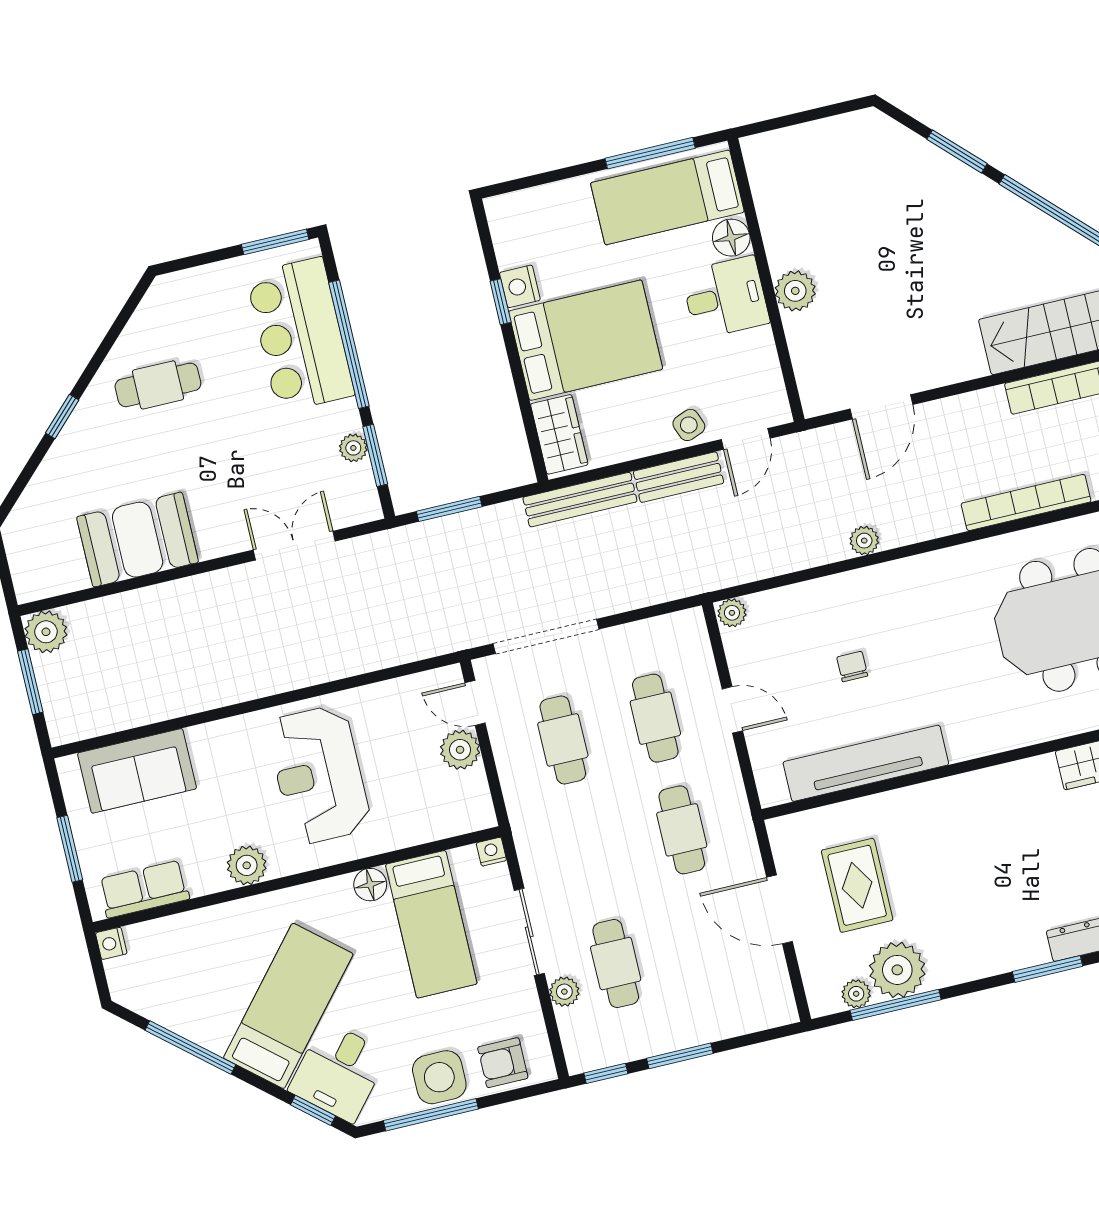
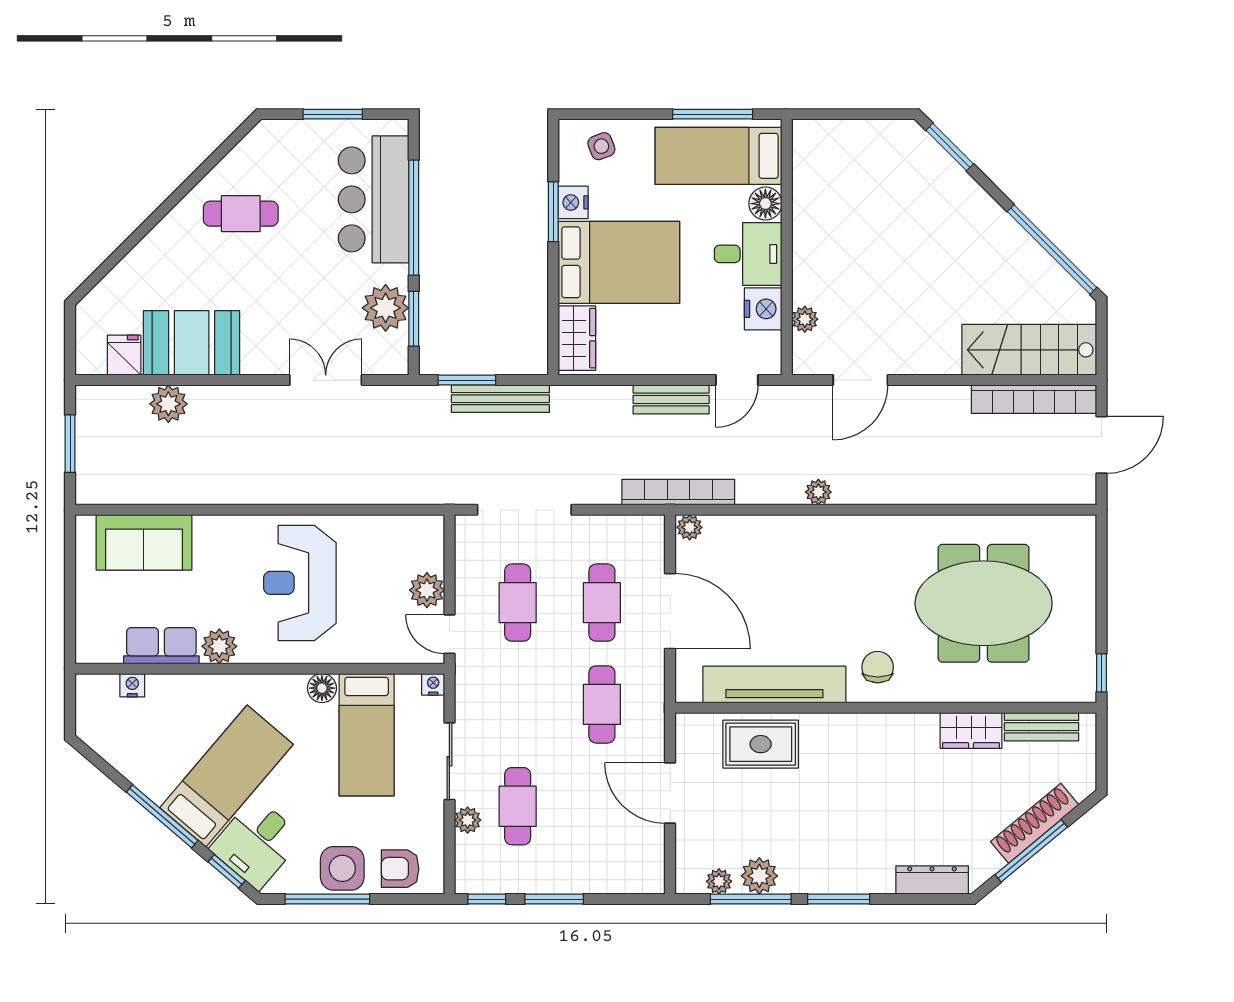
window: (957, 151) -> (950, 147), moved
window: (275, 242) -> (333, 114), moved
plant: (795, 291) -> (805, 319), moved, width x0.73, depth x0.73
window: (501, 302) -> (553, 212), width x1.50
nightstand: (756, 354) -> (763, 309), added
window: (62, 417) -> (152, 221), removed
side table: (689, 425) -> (601, 146), moved
plant: (353, 448) -> (386, 308), width x1.88, depth x1.88
bench: (580, 500) -> (500, 399), moved
bookcase: (1026, 502) -> (678, 492), moved
fridge: (67, 571) -> (124, 355), added
plant: (46, 632) -> (168, 404), moved
chair: (852, 666) -> (878, 667), moved, width x1.37, depth x1.37
door: (475, 703) -> (449, 634), moved
door: (732, 710) -> (670, 611), width x1.88
window: (70, 849) -> (70, 596), removed
rug: (857, 885) -> (761, 744), moved, turned 90
row of seats: (144, 889) -> (161, 646), moved
nightstand: (111, 943) -> (132, 685), moved, turned 90
window: (1048, 969) -> (839, 899), moved
plant: (897, 970) -> (759, 876), width x0.73, depth x0.73
window: (190, 1047) -> (162, 816), moved

